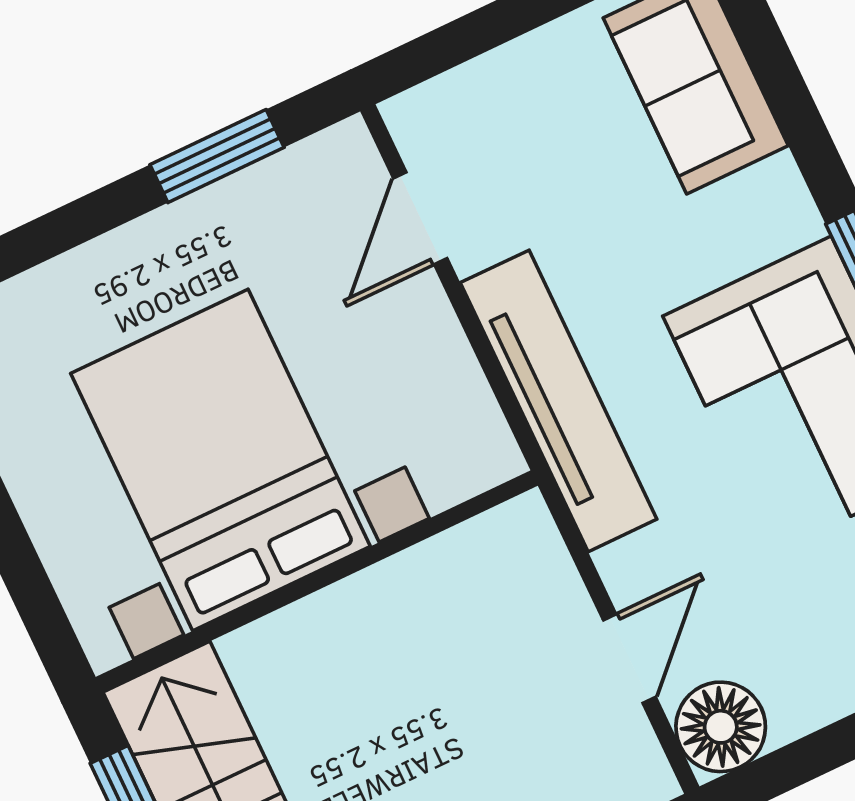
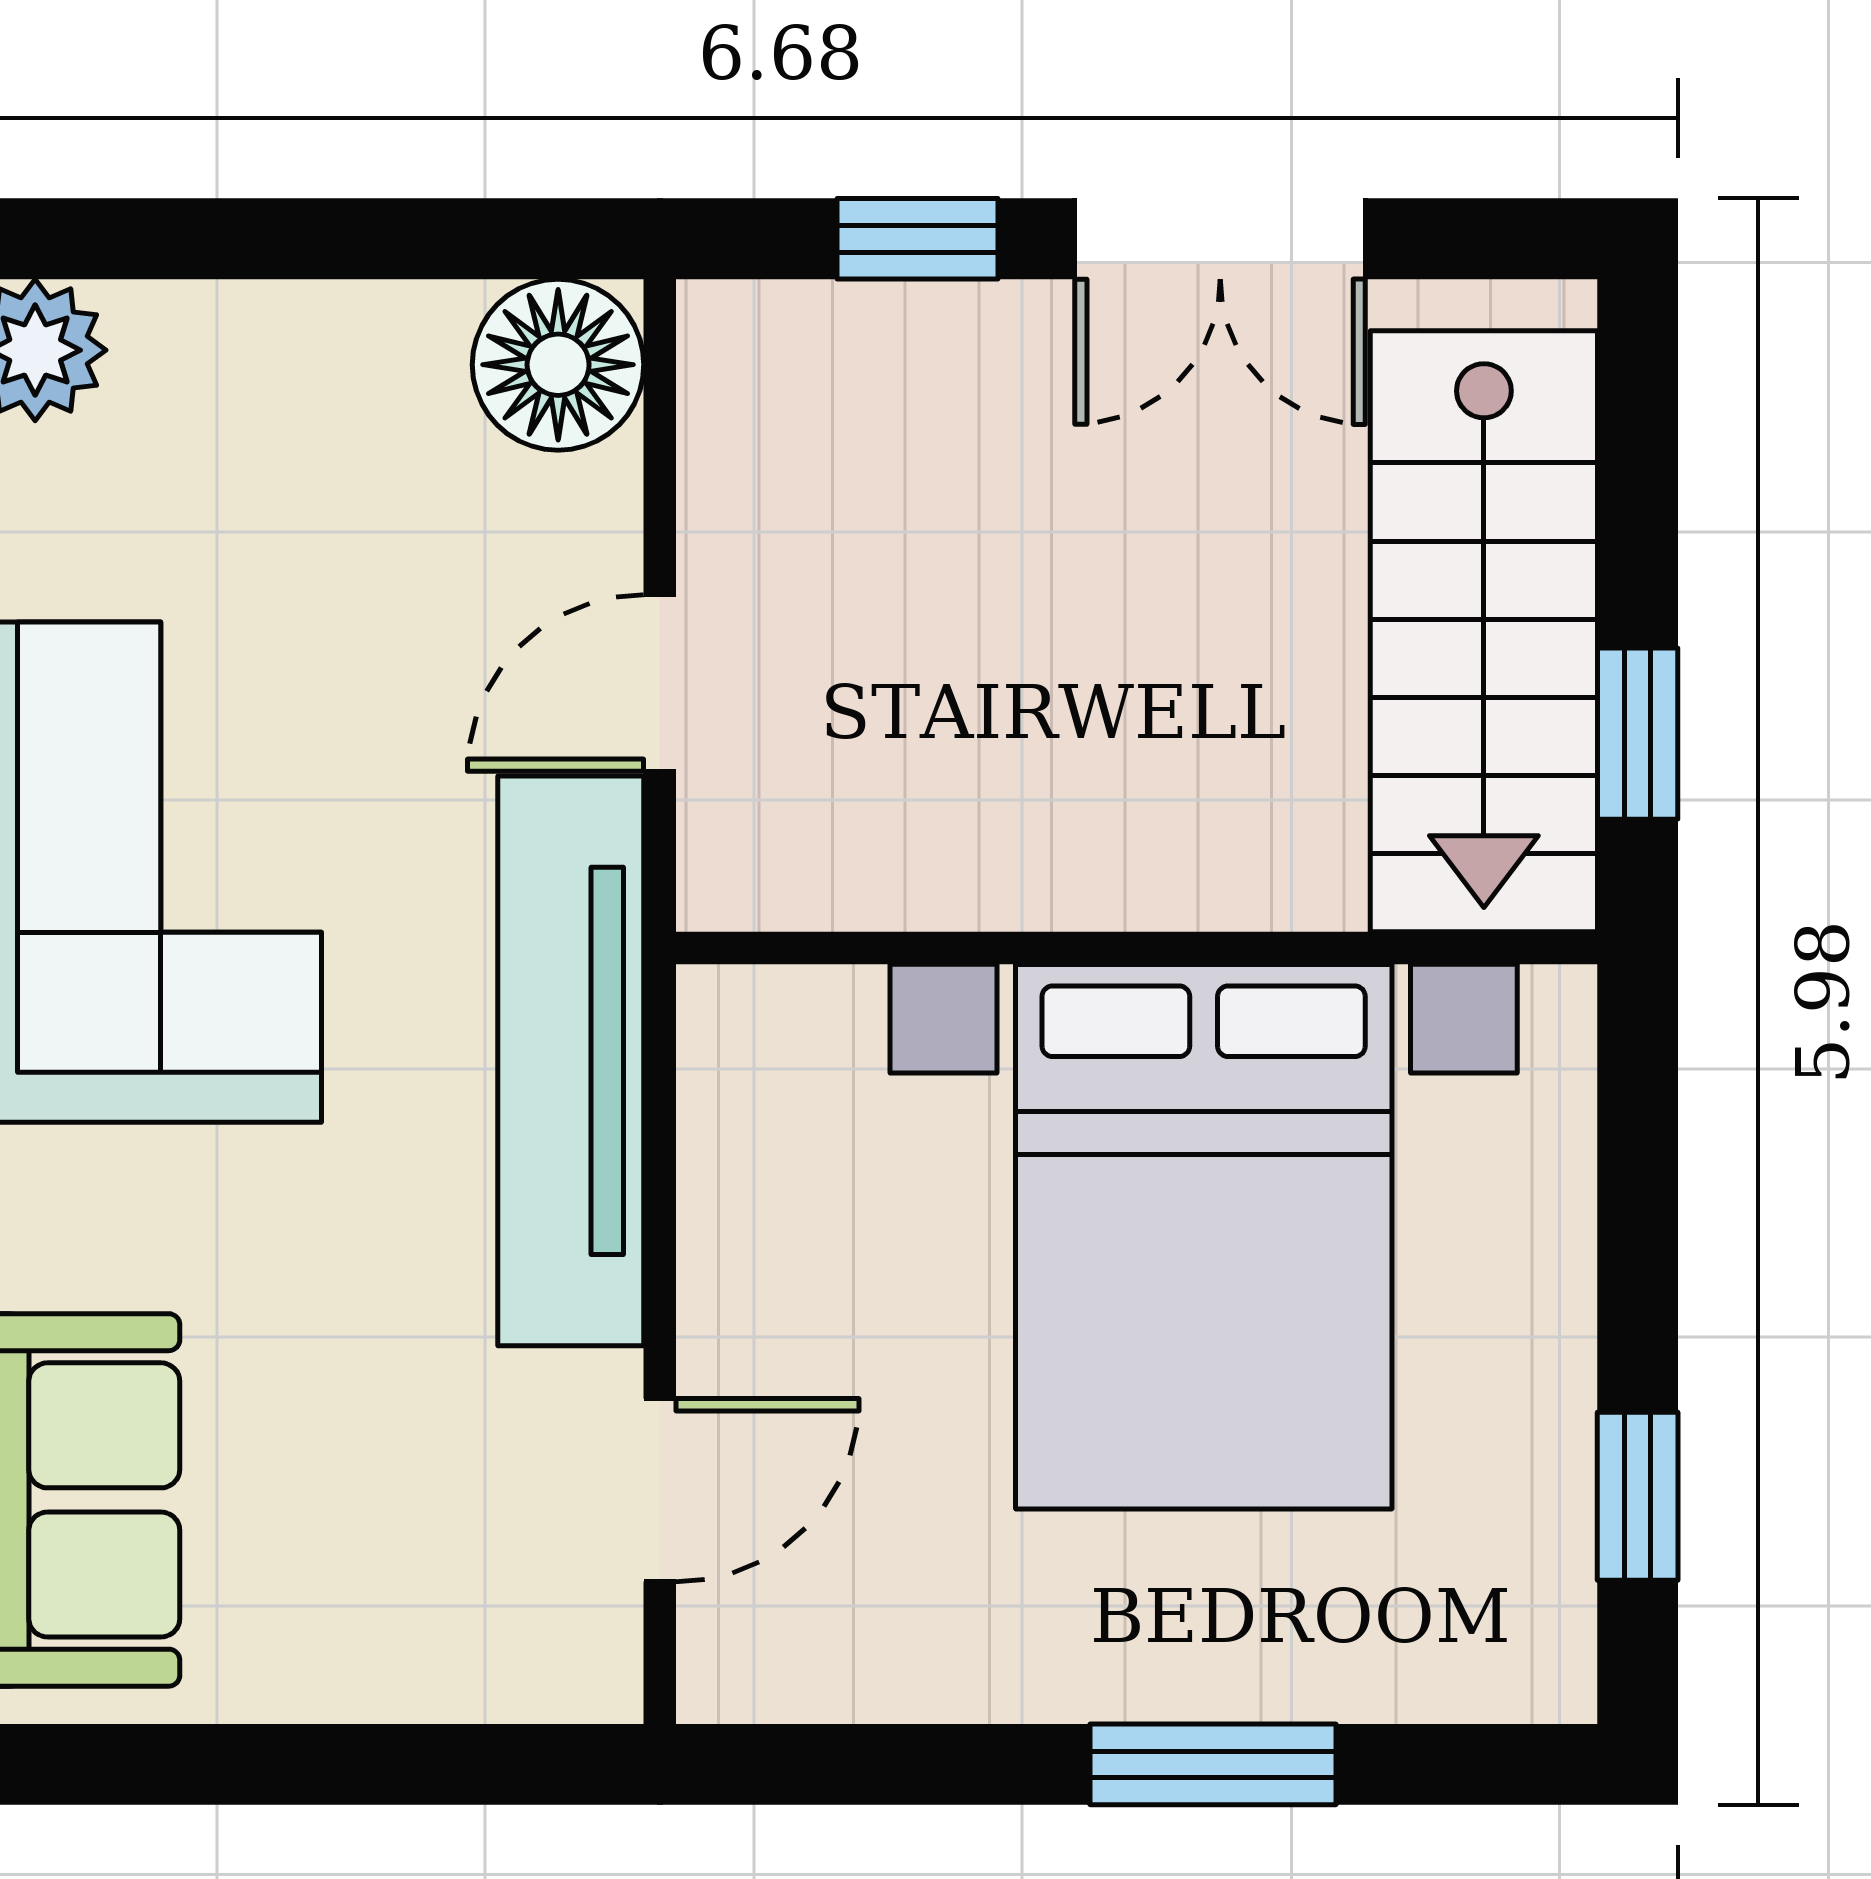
window: (217, 156) -> (1213, 1764), moved
door: (629, 659) -> (660, 683), moved

